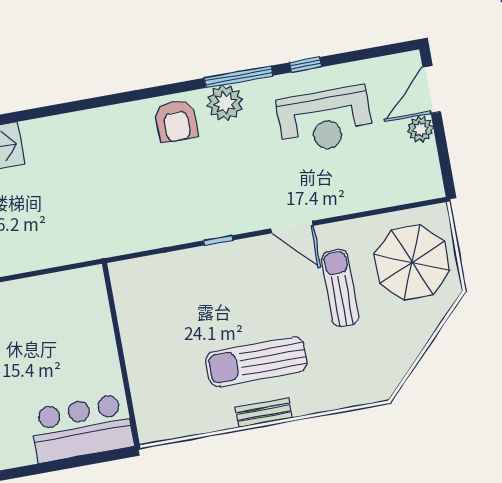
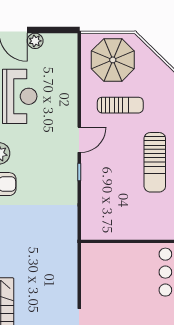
door: (292, 227) -> (79, 140), moved
sun lounger: (340, 288) -> (120, 105), turned 180

